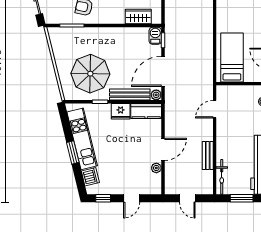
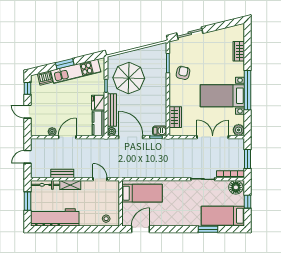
shelving: (222, 146) -> (70, 185), added
door: (163, 149) -> (67, 137), swing flipped

